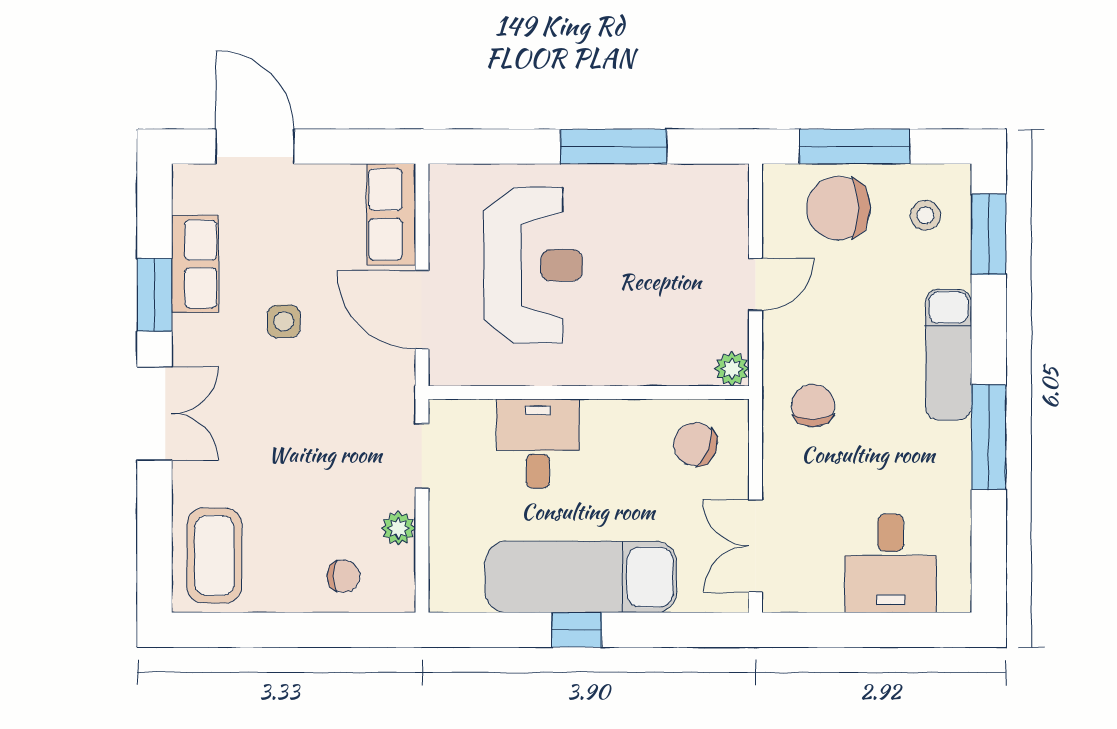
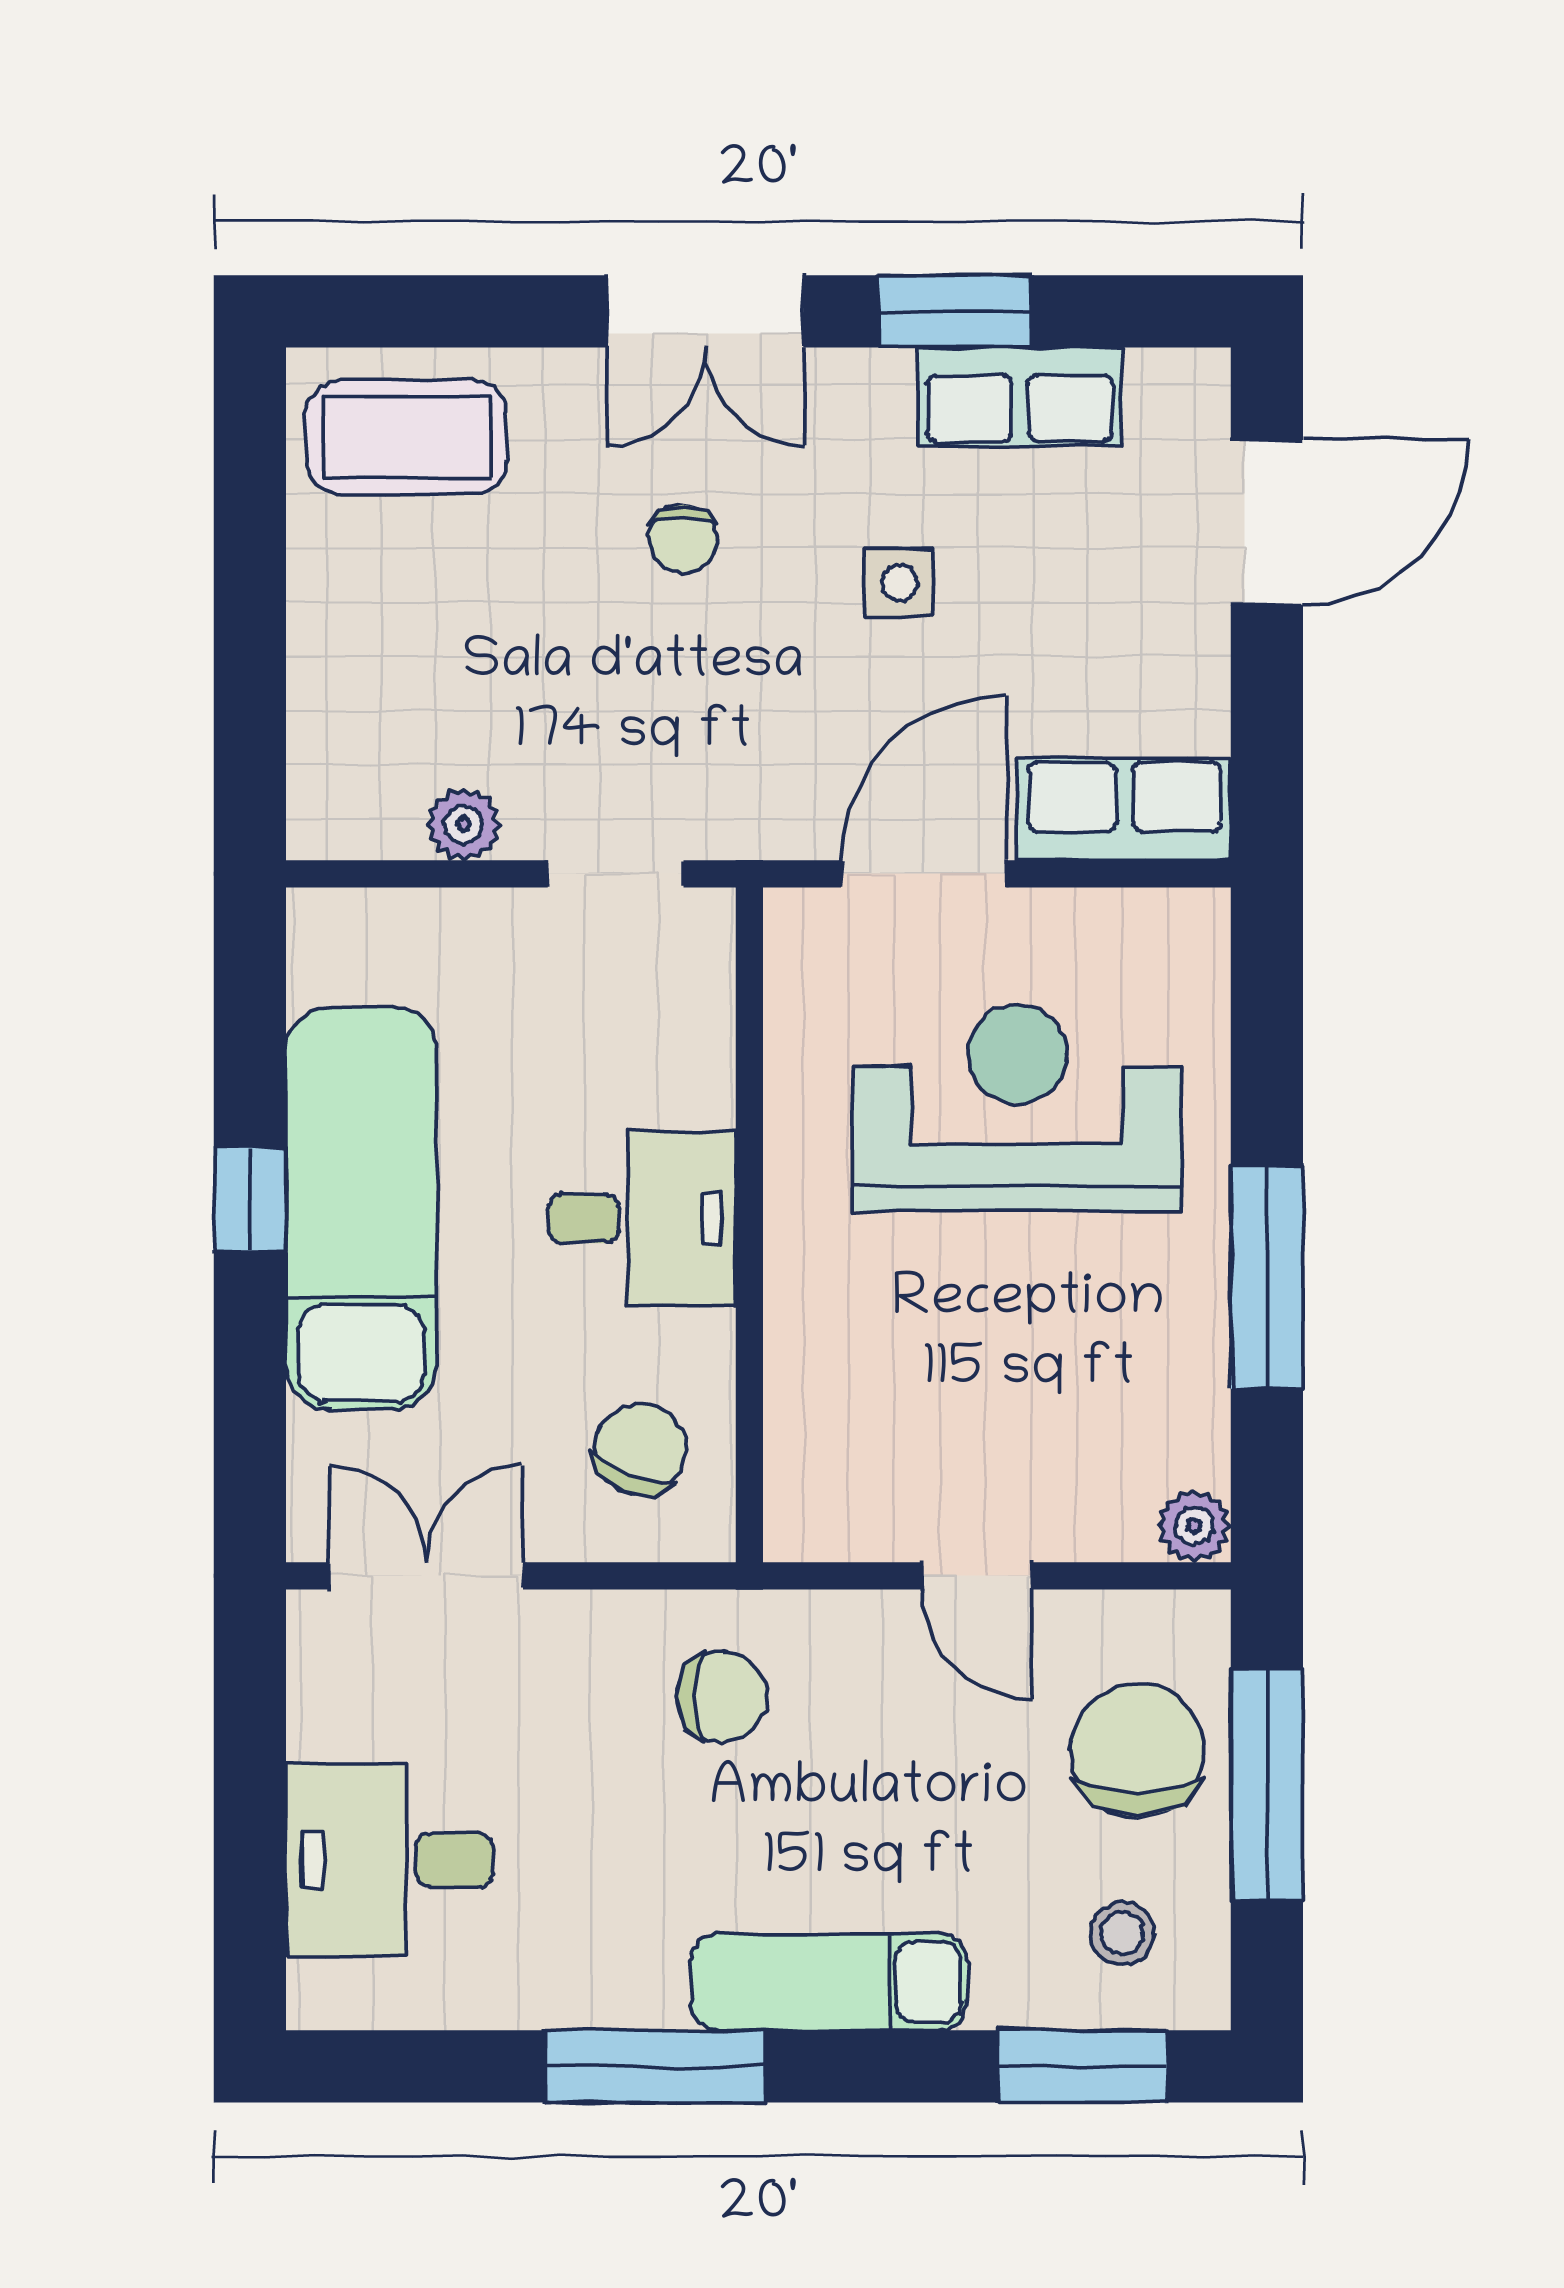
reception desk: (533, 265) -> (1017, 1108), turned 180
plant: (732, 369) -> (1194, 1526), moved
desk: (538, 444) -> (642, 1219), moved
chair: (343, 576) -> (683, 539), moved

